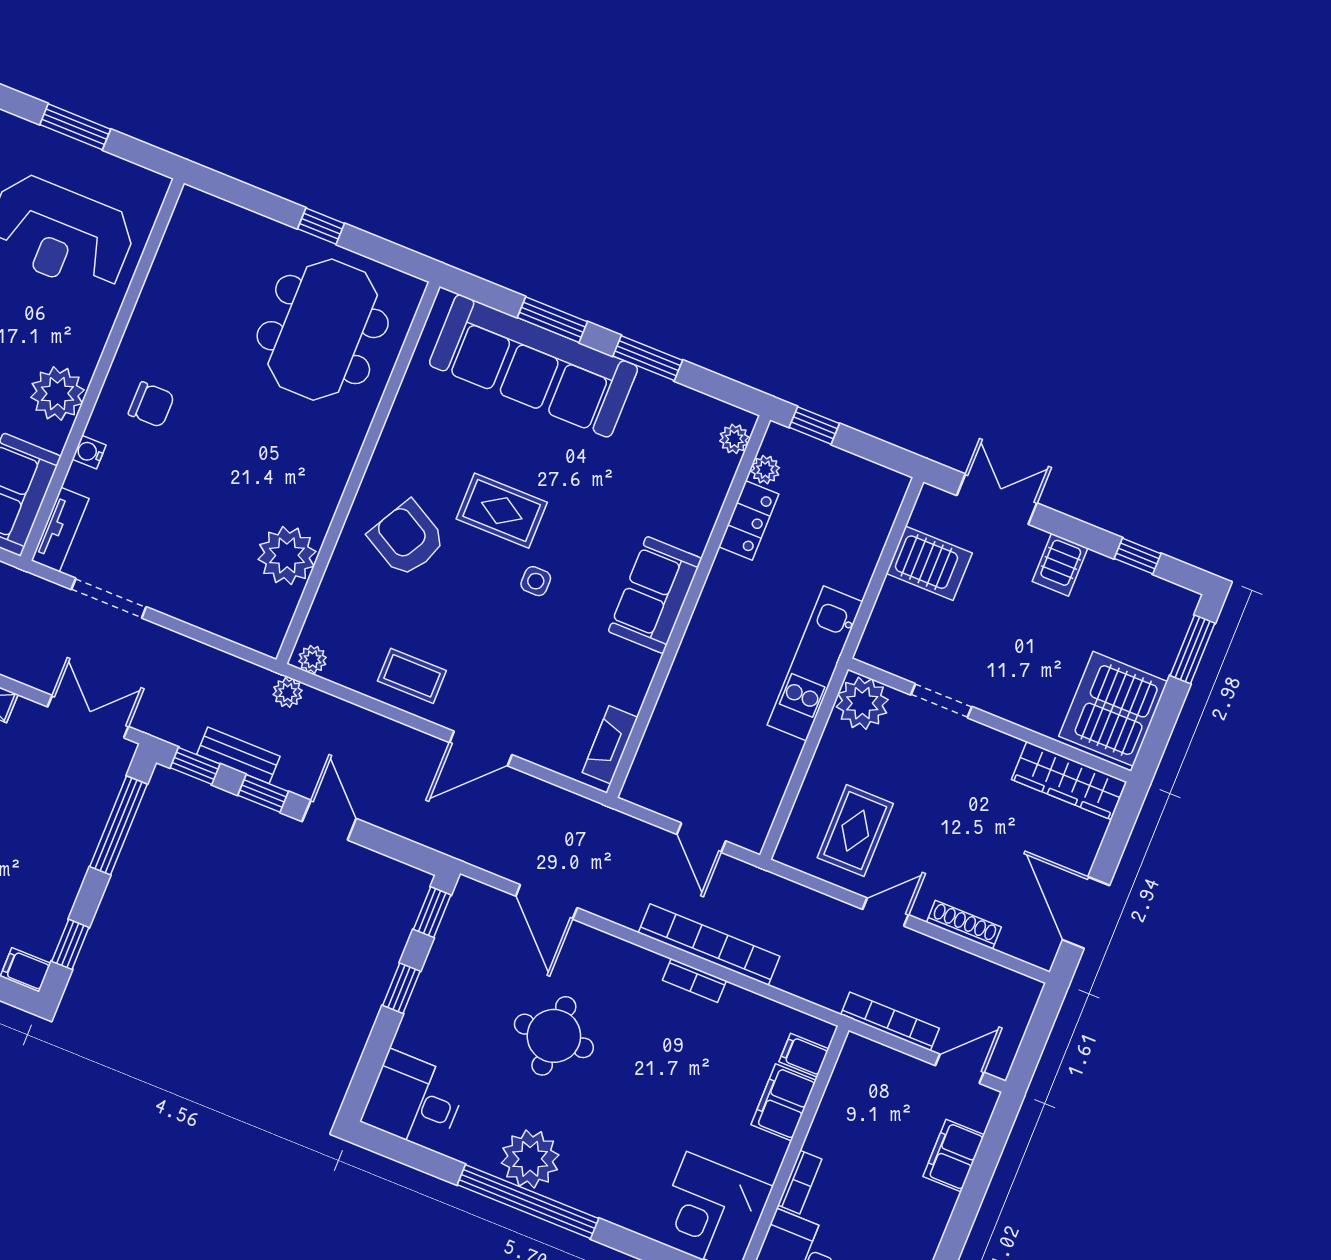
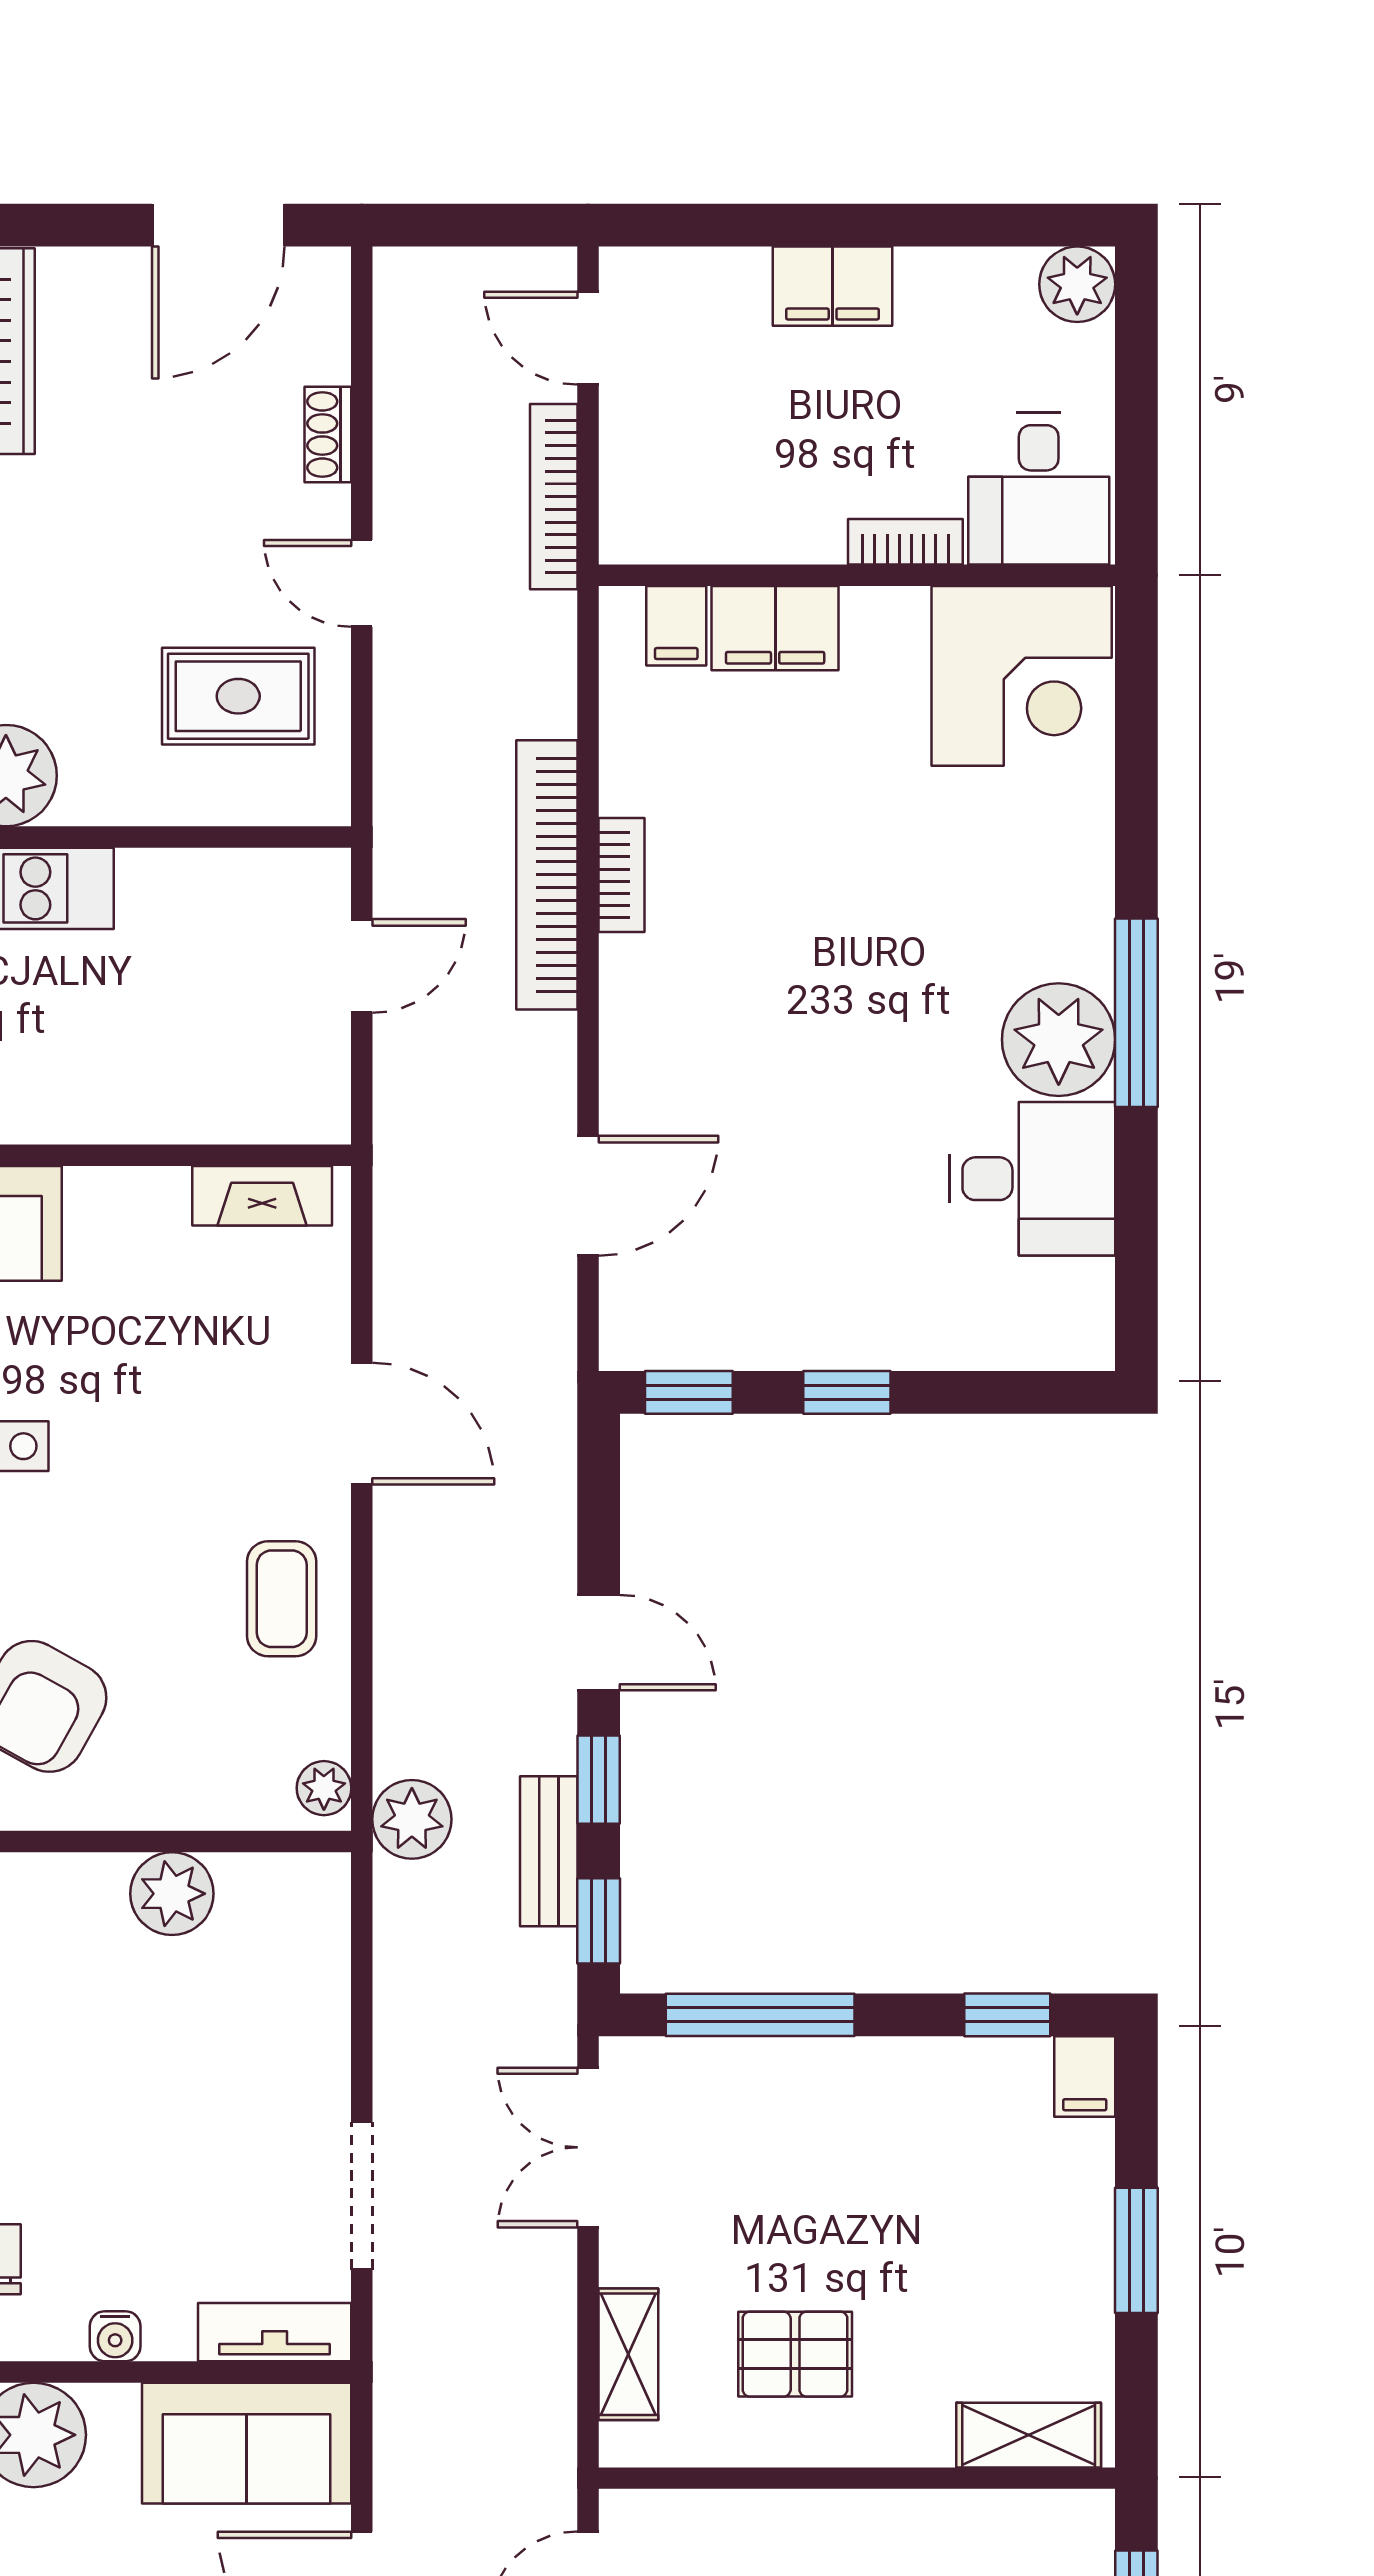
plant: (287, 555) -> (172, 1894), width x0.73, depth x0.73
plant: (288, 693) -> (412, 1819), width x1.38, depth x1.38
door: (329, 820) -> (599, 1643), swing flipped
shoe rack: (964, 925) -> (328, 435), width x0.70
round table: (554, 1036) -> (822, 1086), removed
desk: (414, 1101) -> (1032, 1179), moved, turned -90
filing cabinet: (954, 1156) -> (833, 286), moved
window: (528, 1202) -> (1136, 1013), width x0.68

